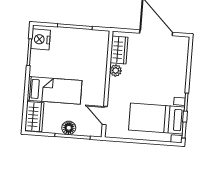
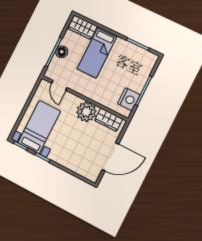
nightstand: (41, 39) -> (129, 99), moved, turned 90
plant: (116, 71) -> (86, 112), width x1.88, depth x1.88
door: (105, 116) -> (59, 85), swing flipped

